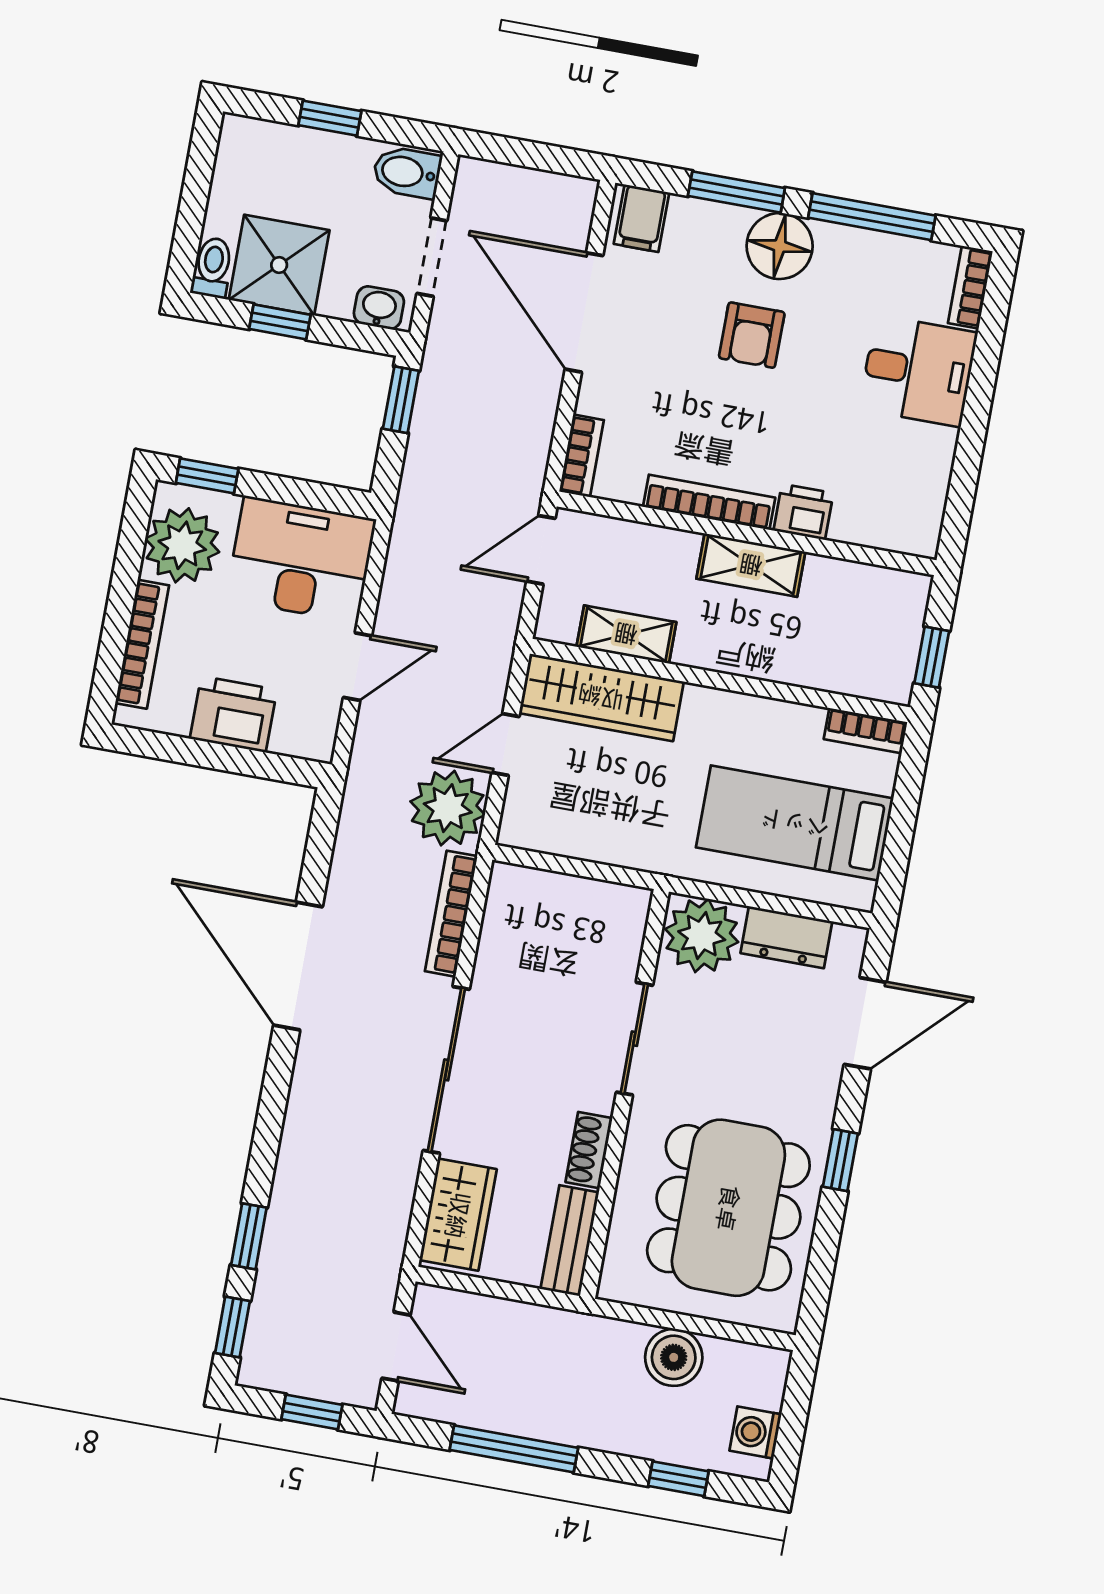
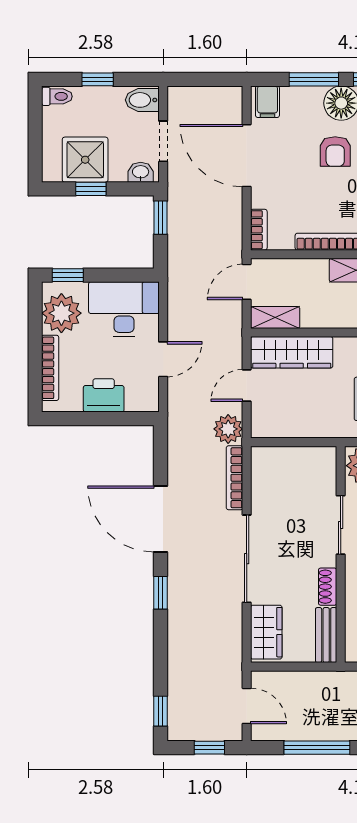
toilet: (212, 267) -> (57, 96), moved, turned 90
shelving: (626, 634) -> (275, 318), moved
plant: (448, 808) -> (228, 429), width x0.73, depth x0.73
window: (249, 1236) -> (161, 593), moved

